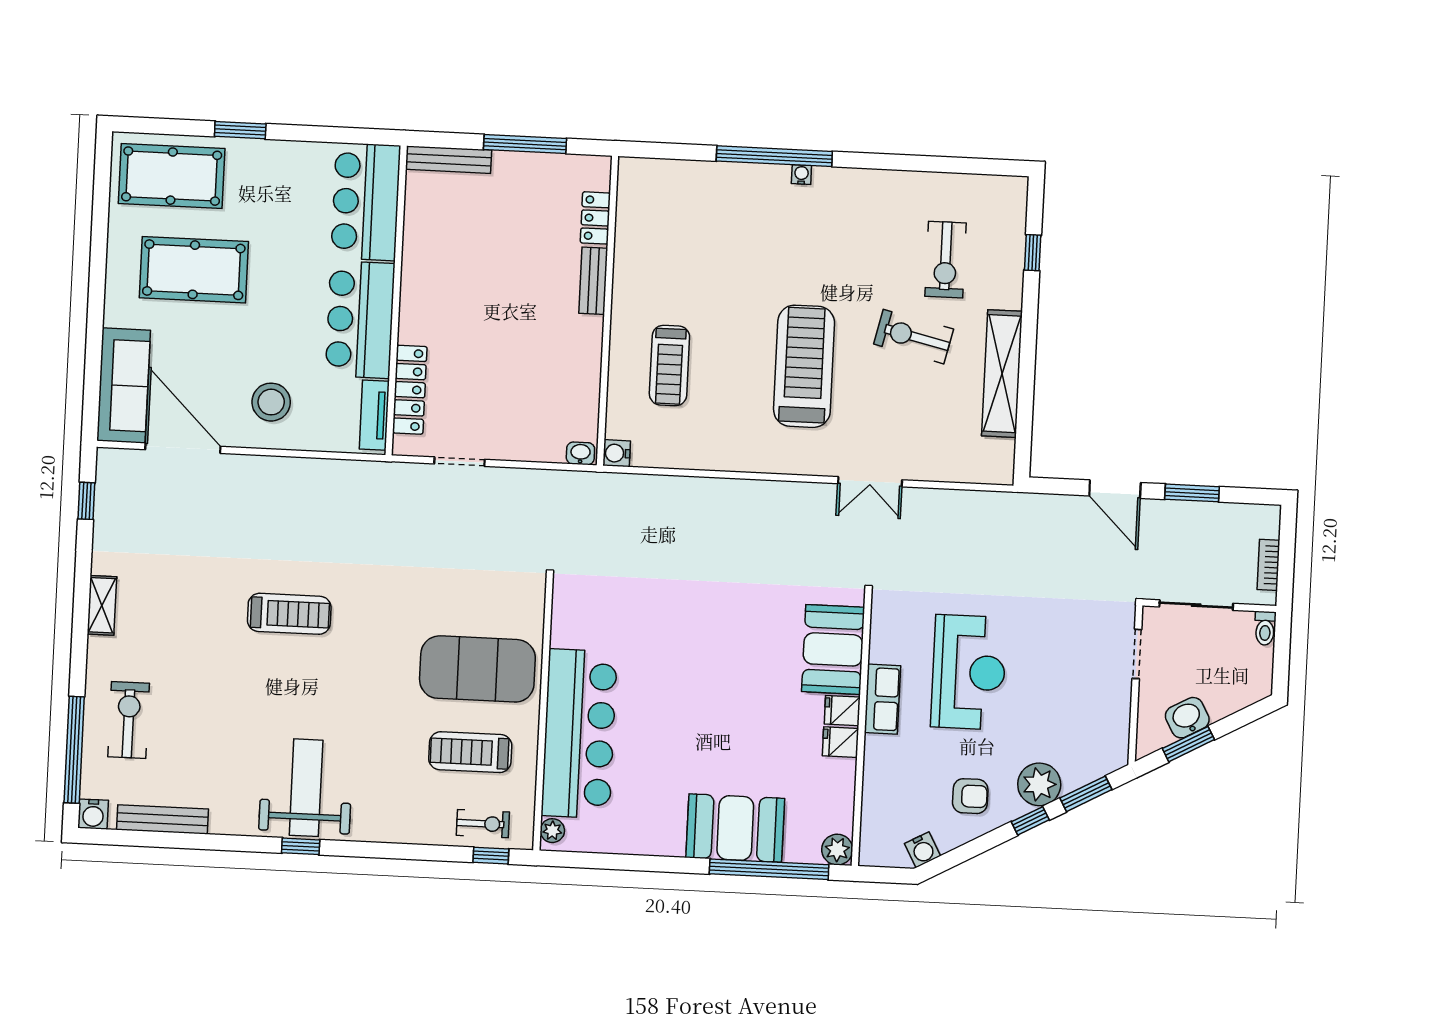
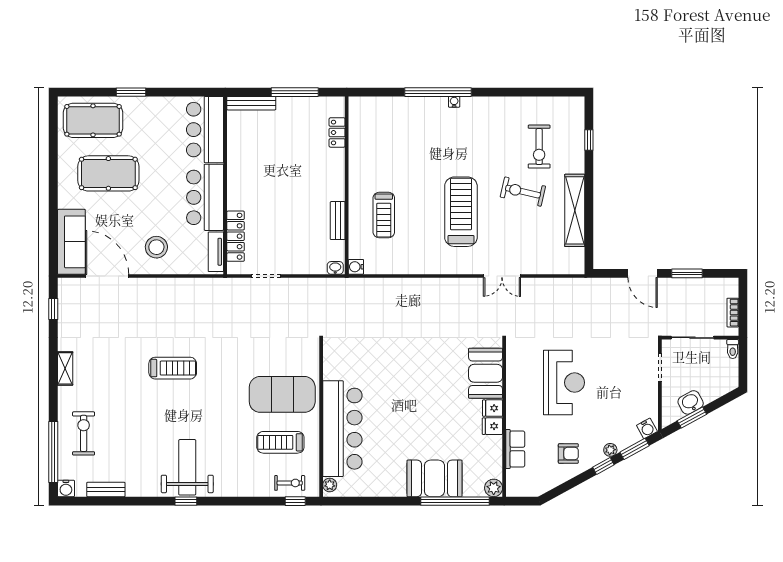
bench: (593, 281) -> (338, 221), moved
row of seats: (882, 699) -> (515, 449), moved
plant: (1039, 784) -> (610, 450), width x0.53, depth x0.53
bench: (163, 819) -> (106, 490), width x0.73
water cooler: (922, 850) -> (647, 428), moved

